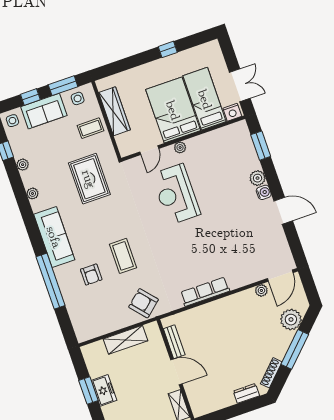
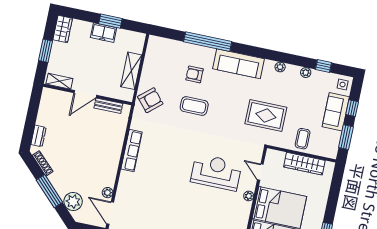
side table: (78, 98) -> (330, 142), removed

